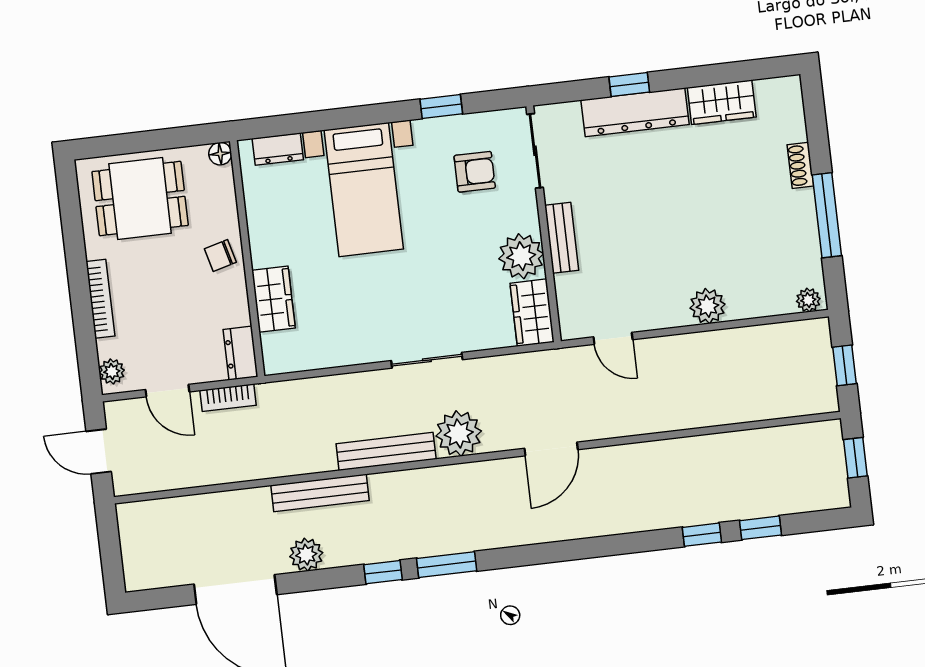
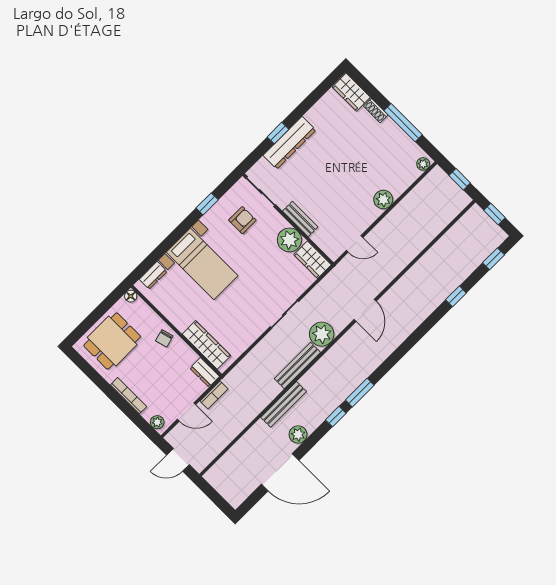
wardrobe: (722, 102) -> (351, 92), moved, turned 90
wardrobe: (273, 299) -> (206, 345), width x1.50
window: (760, 528) -> (493, 259), moved

